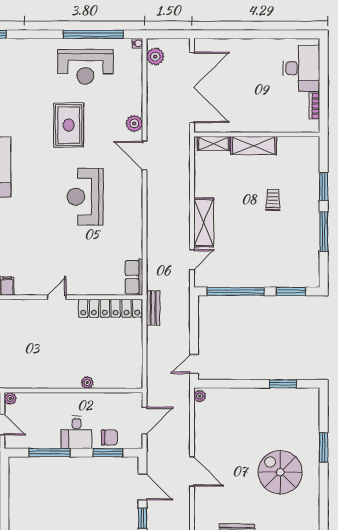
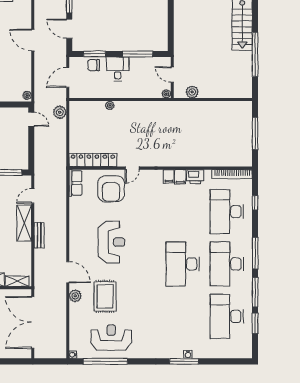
plant: (155, 57) -> (60, 112), moved
rug: (69, 125) -> (105, 296), moved
armchair: (86, 269) -> (111, 189), added
bench: (153, 308) -> (39, 235), moved
door: (194, 364) -> (31, 119), hinge flipped

